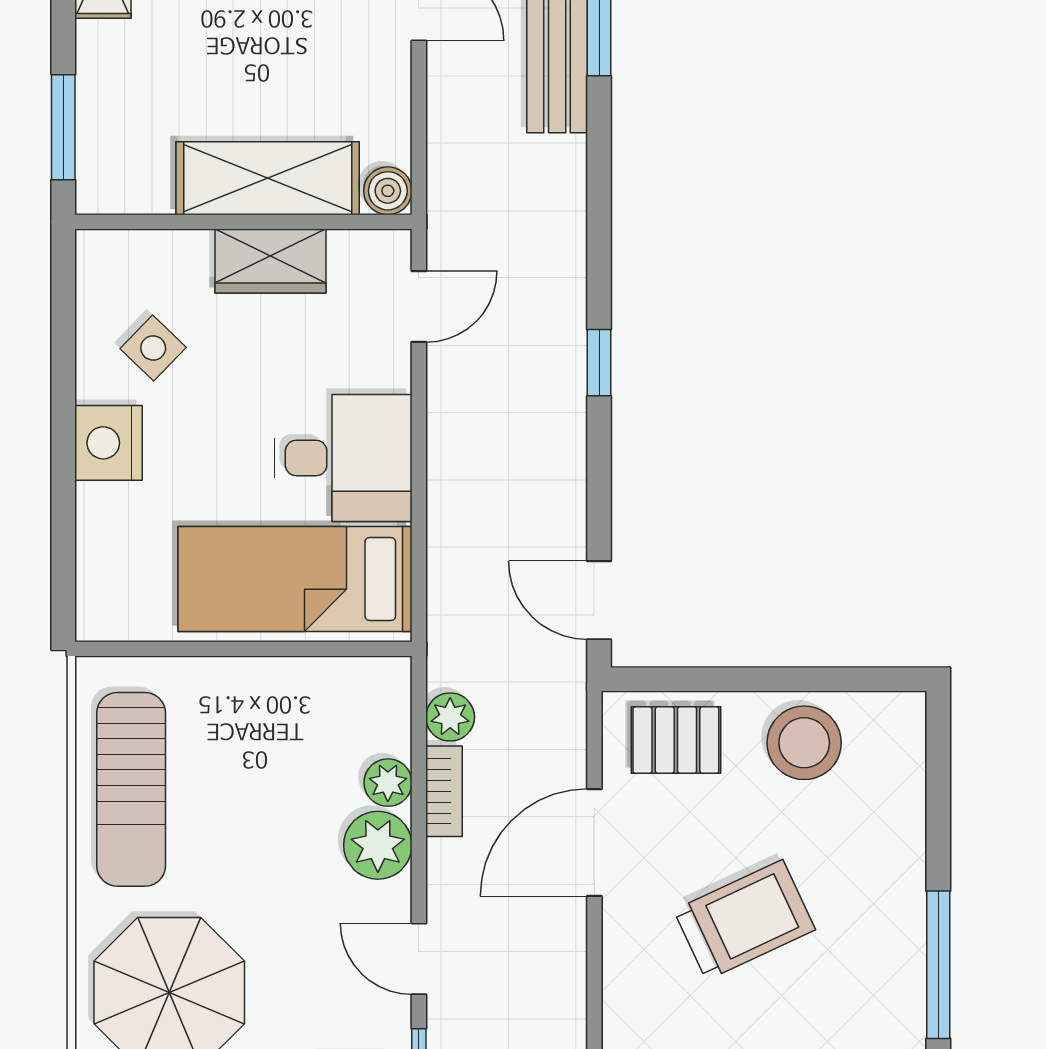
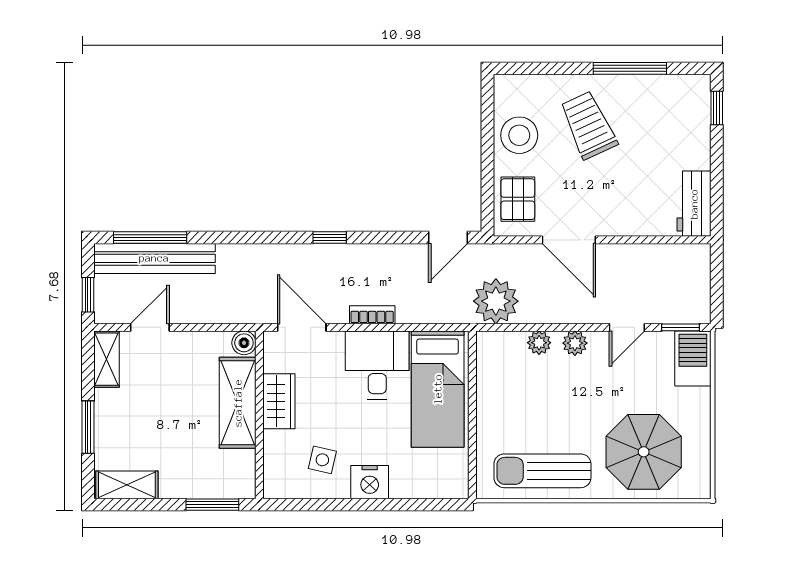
door: (419, 307) -> (302, 327), width x1.37
side table: (153, 348) -> (322, 460), turned -31
plant: (450, 717) -> (496, 301), width x1.87, depth x1.87
sun lounger: (131, 789) -> (542, 471), turned 180
bookcase: (444, 791) -> (372, 315), moved
plant: (378, 845) -> (575, 343), width x0.73, depth x0.73
trolley: (745, 920) -> (588, 125), moved

